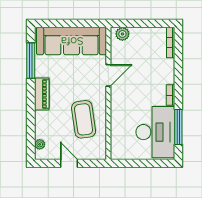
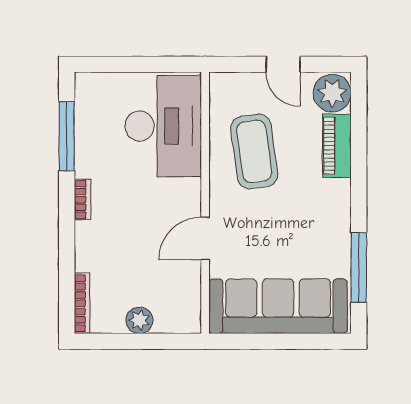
plant: (122, 34) -> (139, 320), moved
piano: (42, 94) -> (337, 146), moved
desk: (155, 132) -> (163, 126), moved, turned 180
plant: (40, 144) -> (332, 93), width x1.88, depth x1.88

